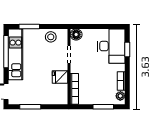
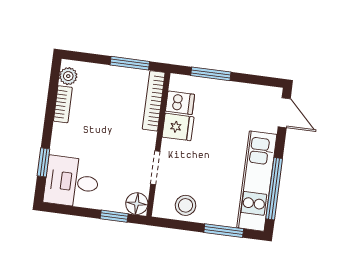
window: (87, 26) -> (114, 216), added
desk: (111, 46) -> (72, 182), width x0.73
dishwasher: (61, 90) -> (180, 103), added
window: (30, 107) -> (211, 74), moved
window: (103, 107) -> (130, 63), moved

